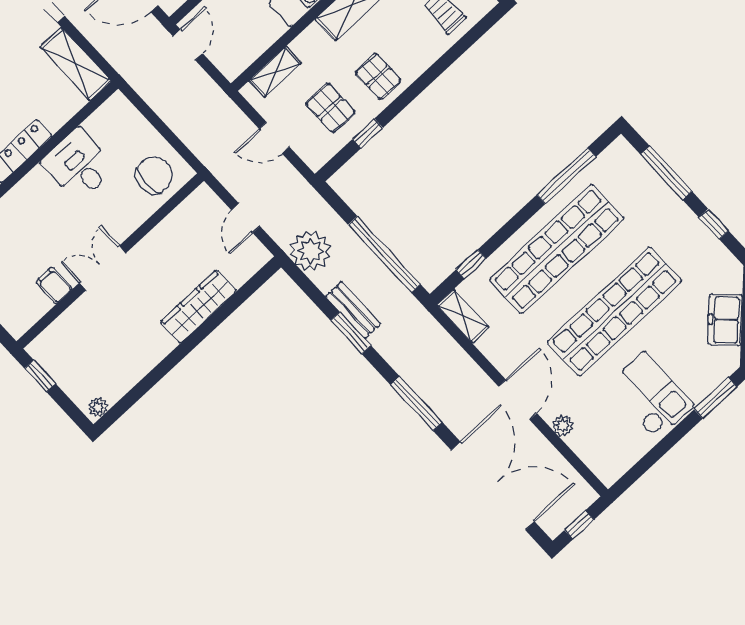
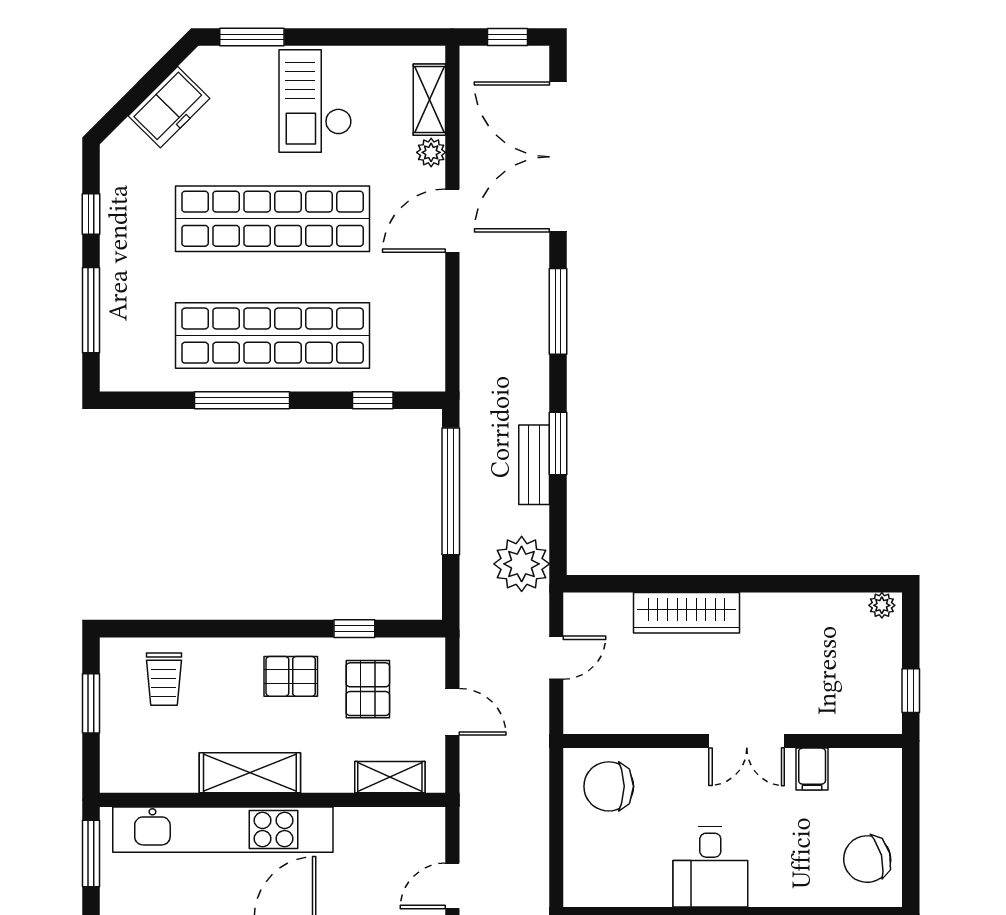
pallet: (378, 76) -> (291, 676), turned 90
desk: (79, 165) -> (710, 867), moved
window: (566, 176) -> (242, 400), moved
shelving: (463, 316) -> (429, 100), moved

